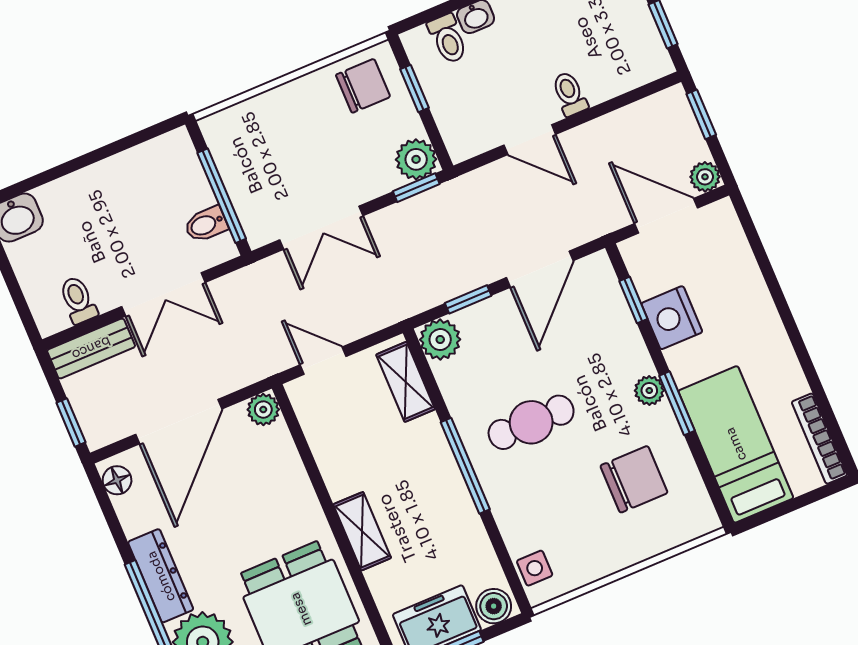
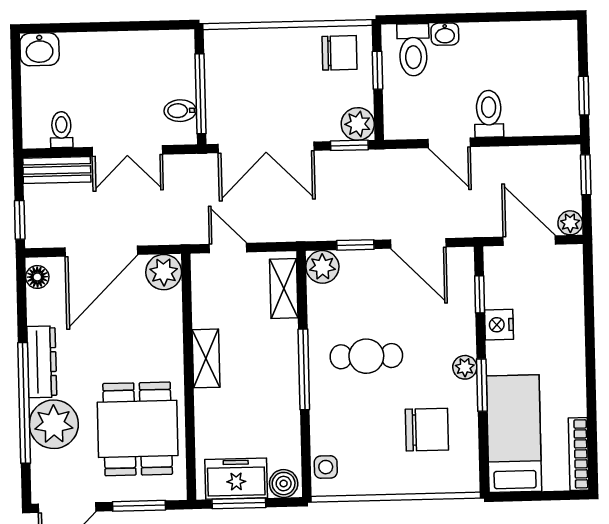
toilet: (448, 39) -> (413, 50), width x1.37, depth x1.39
toilet: (570, 94) -> (489, 114), width x1.37, depth x1.39
double door: (321, 228) -> (266, 147), width x1.37
door: (540, 269) -> (418, 243), hinge flipped
nightstand: (672, 318) -> (499, 325), width x0.74, depth x0.75
plant: (263, 410) -> (164, 272), width x1.38, depth x1.38
shelving: (362, 531) -> (206, 358), moved

